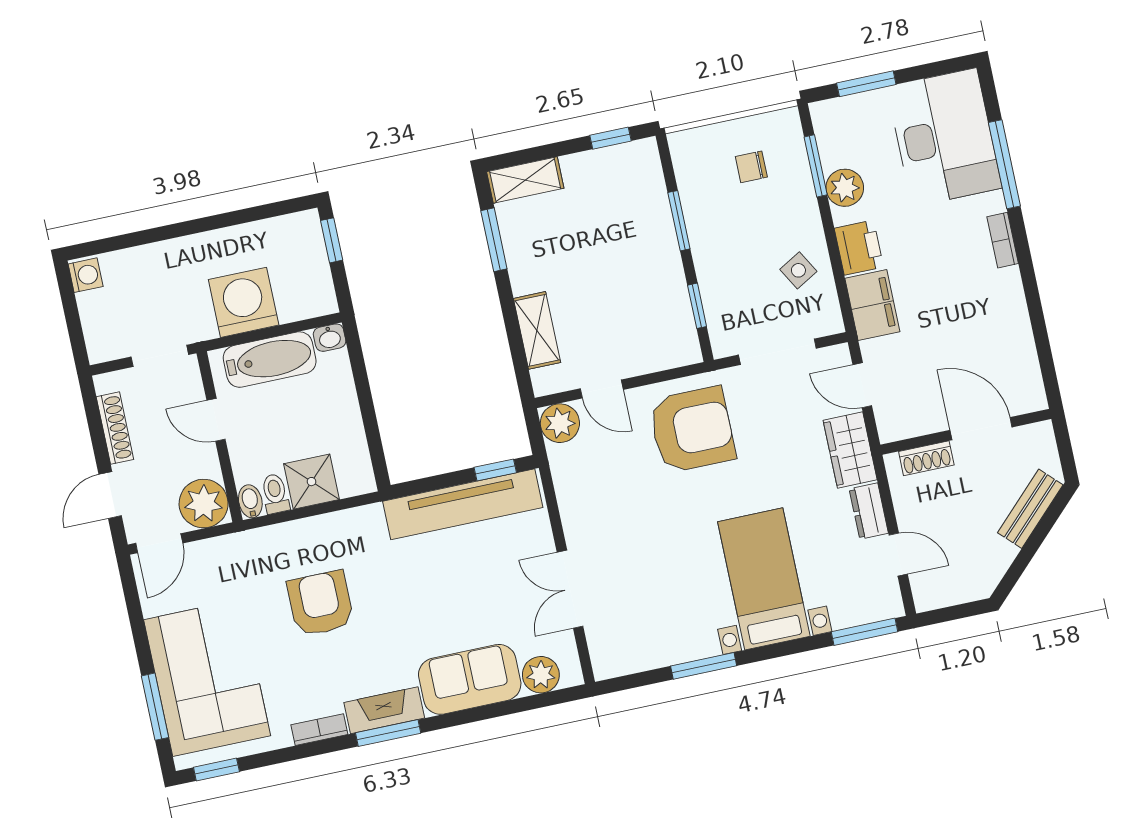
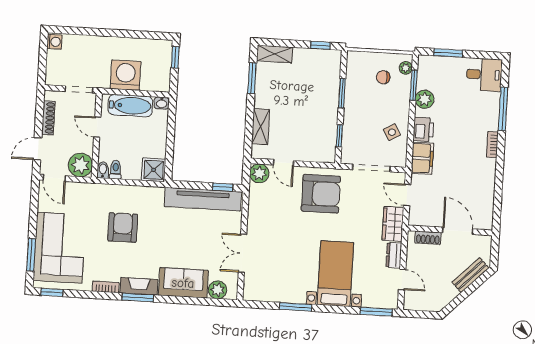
plant: (791, 136) -> (406, 68), added
desk: (944, 137) -> (484, 75), width x0.53, depth x0.77
shower: (311, 482) -> (154, 170), moved
door: (159, 543) -> (54, 178), hinge flipped

